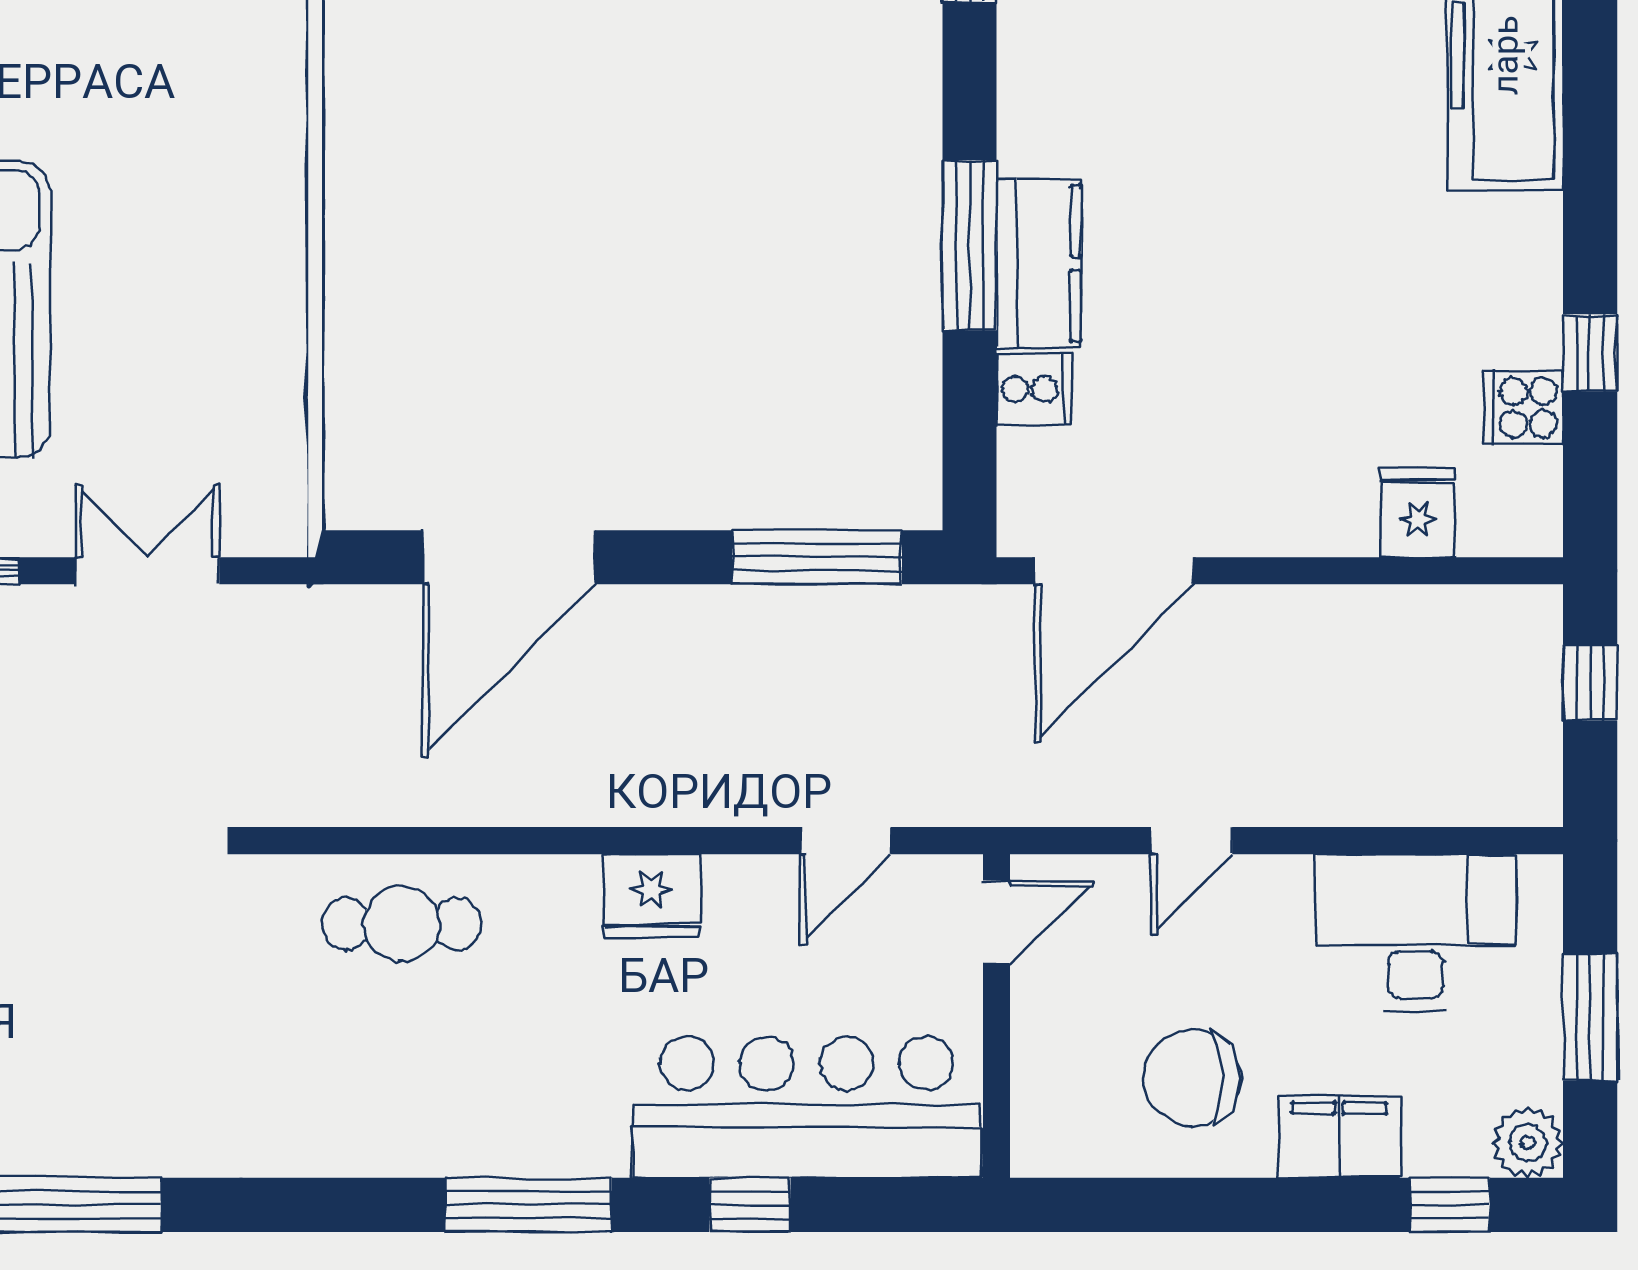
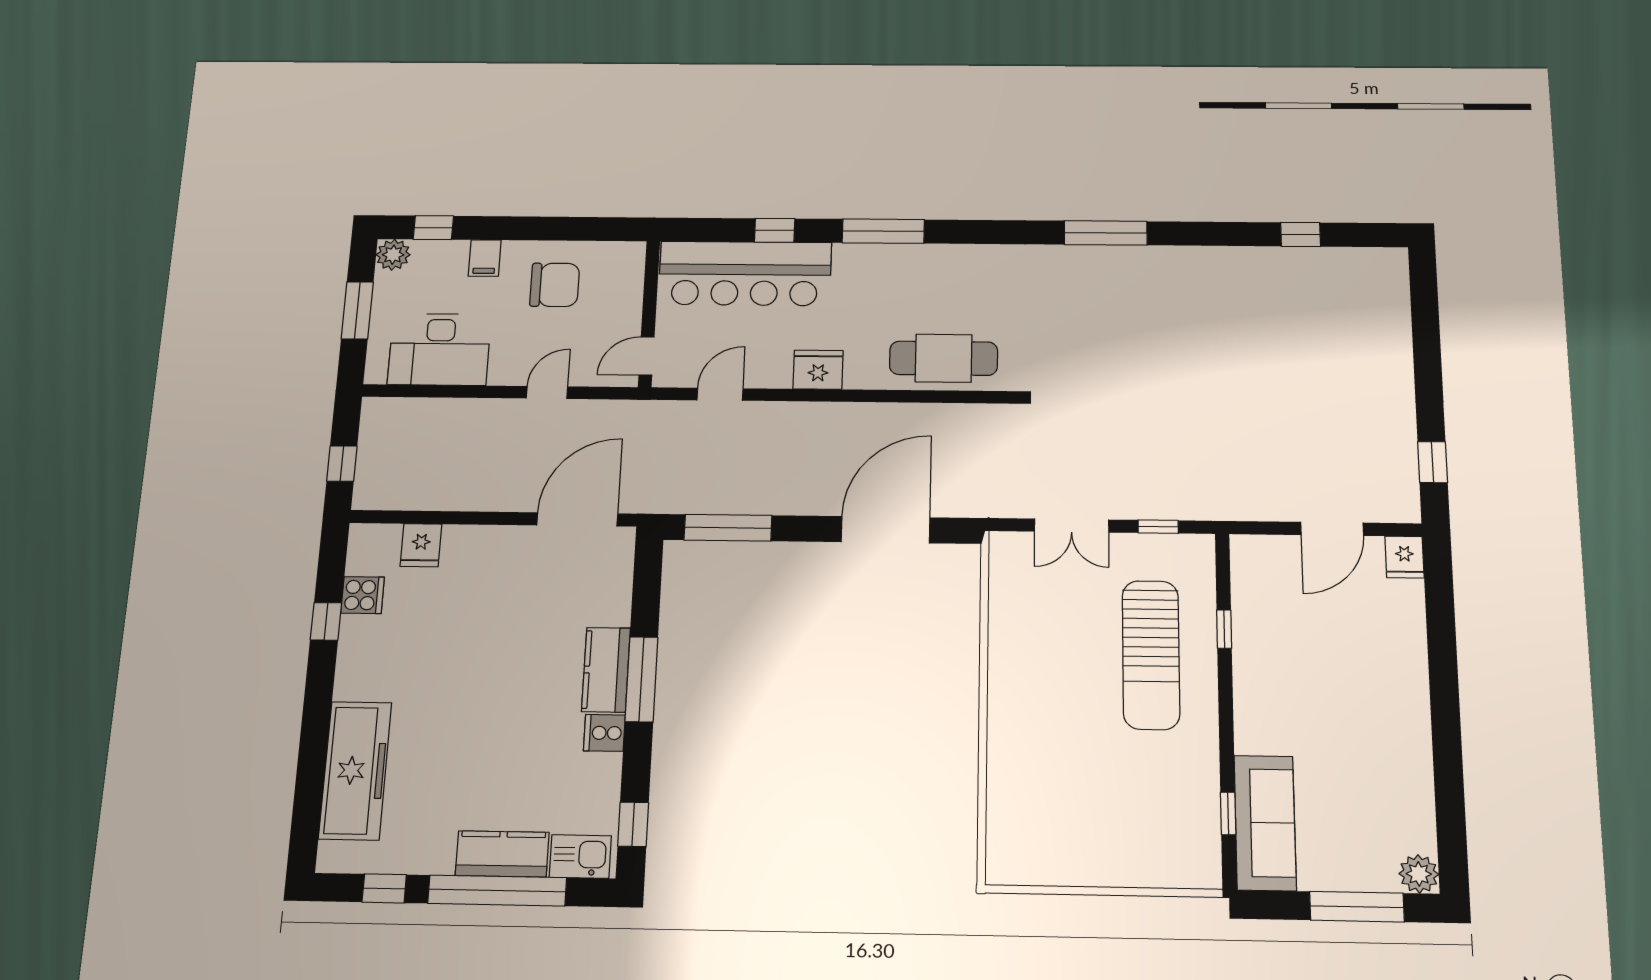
cooker: (1034, 389) -> (604, 733), moved
cafe table: (402, 924) -> (944, 358), width x1.37, depth x1.35
filing cabinet: (1339, 1137) -> (485, 258), width x0.50

